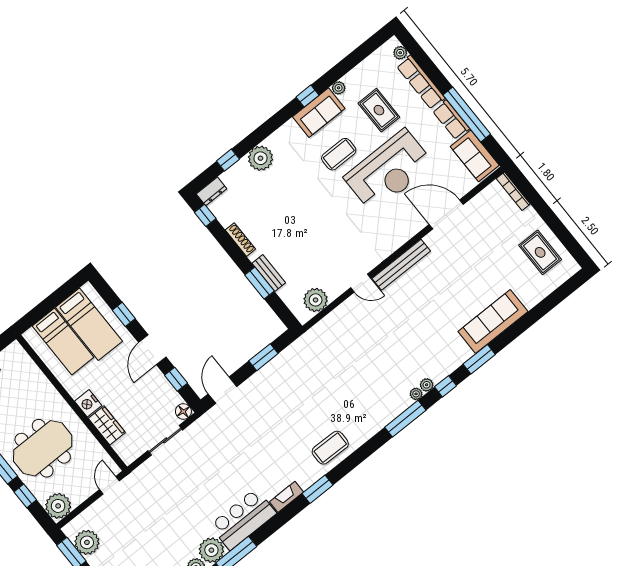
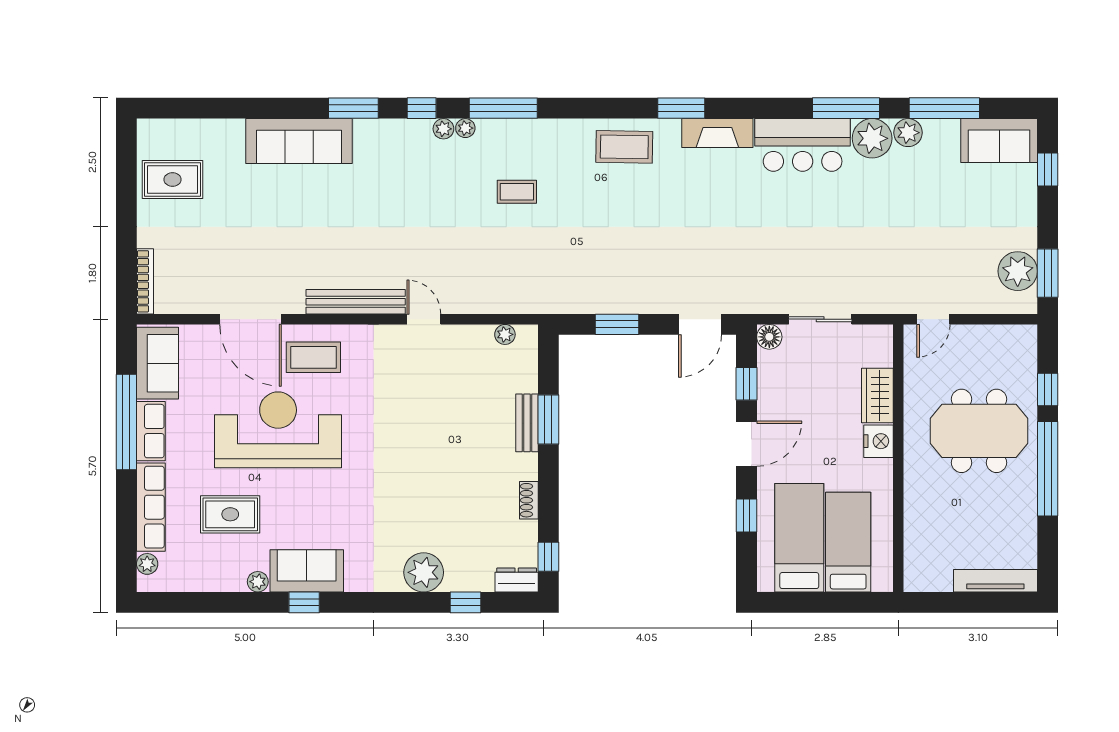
rug: (379, 110) -> (230, 514), turned 90
coffee table: (339, 154) -> (313, 357), moved
shoe rack: (240, 240) -> (529, 500), width x0.70
rug: (540, 252) -> (173, 179), turned 90
plant: (316, 300) -> (505, 334), width x0.53, depth x0.53
coffee table: (365, 383) -> (517, 192), added
fireplace: (286, 497) -> (717, 133), width x1.37, depth x1.32
plant: (58, 506) -> (1017, 345), removed

